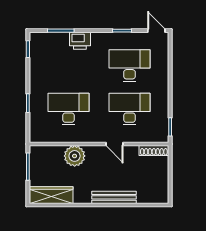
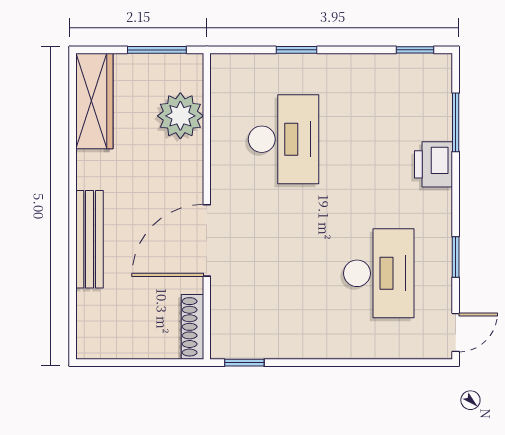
desk: (129, 109) -> (284, 273), removed
door: (115, 144) -> (207, 240), width x1.87
plant: (75, 156) -> (180, 116), moved

